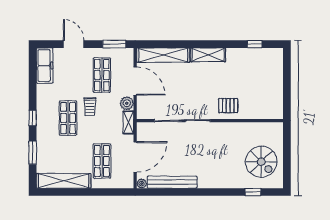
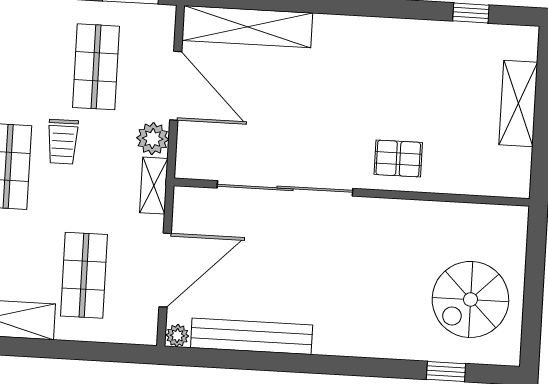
shelving: (208, 55) -> (518, 103), moved, turned 90
spiral stairs: (261, 162) -> (470, 299), turned 90

